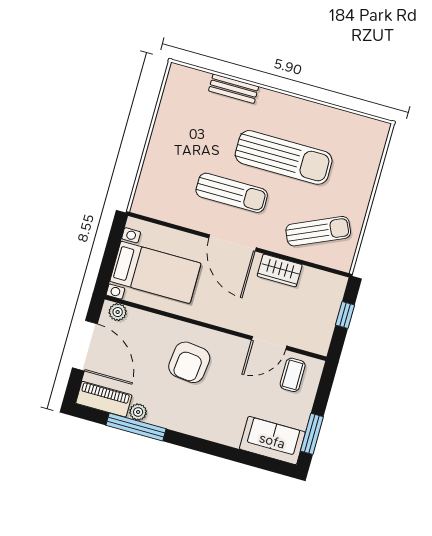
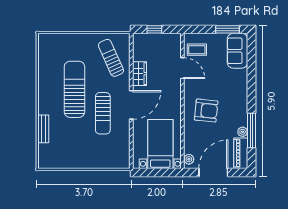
sun lounger: (232, 193) -> (103, 113), turned 180

